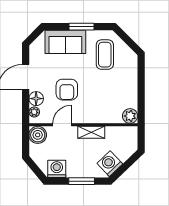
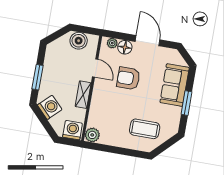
coffee table: (105, 55) -> (145, 129), moved
boiler: (38, 135) -> (79, 41), moved
washing machine: (57, 169) -> (73, 130), moved, turned -90

